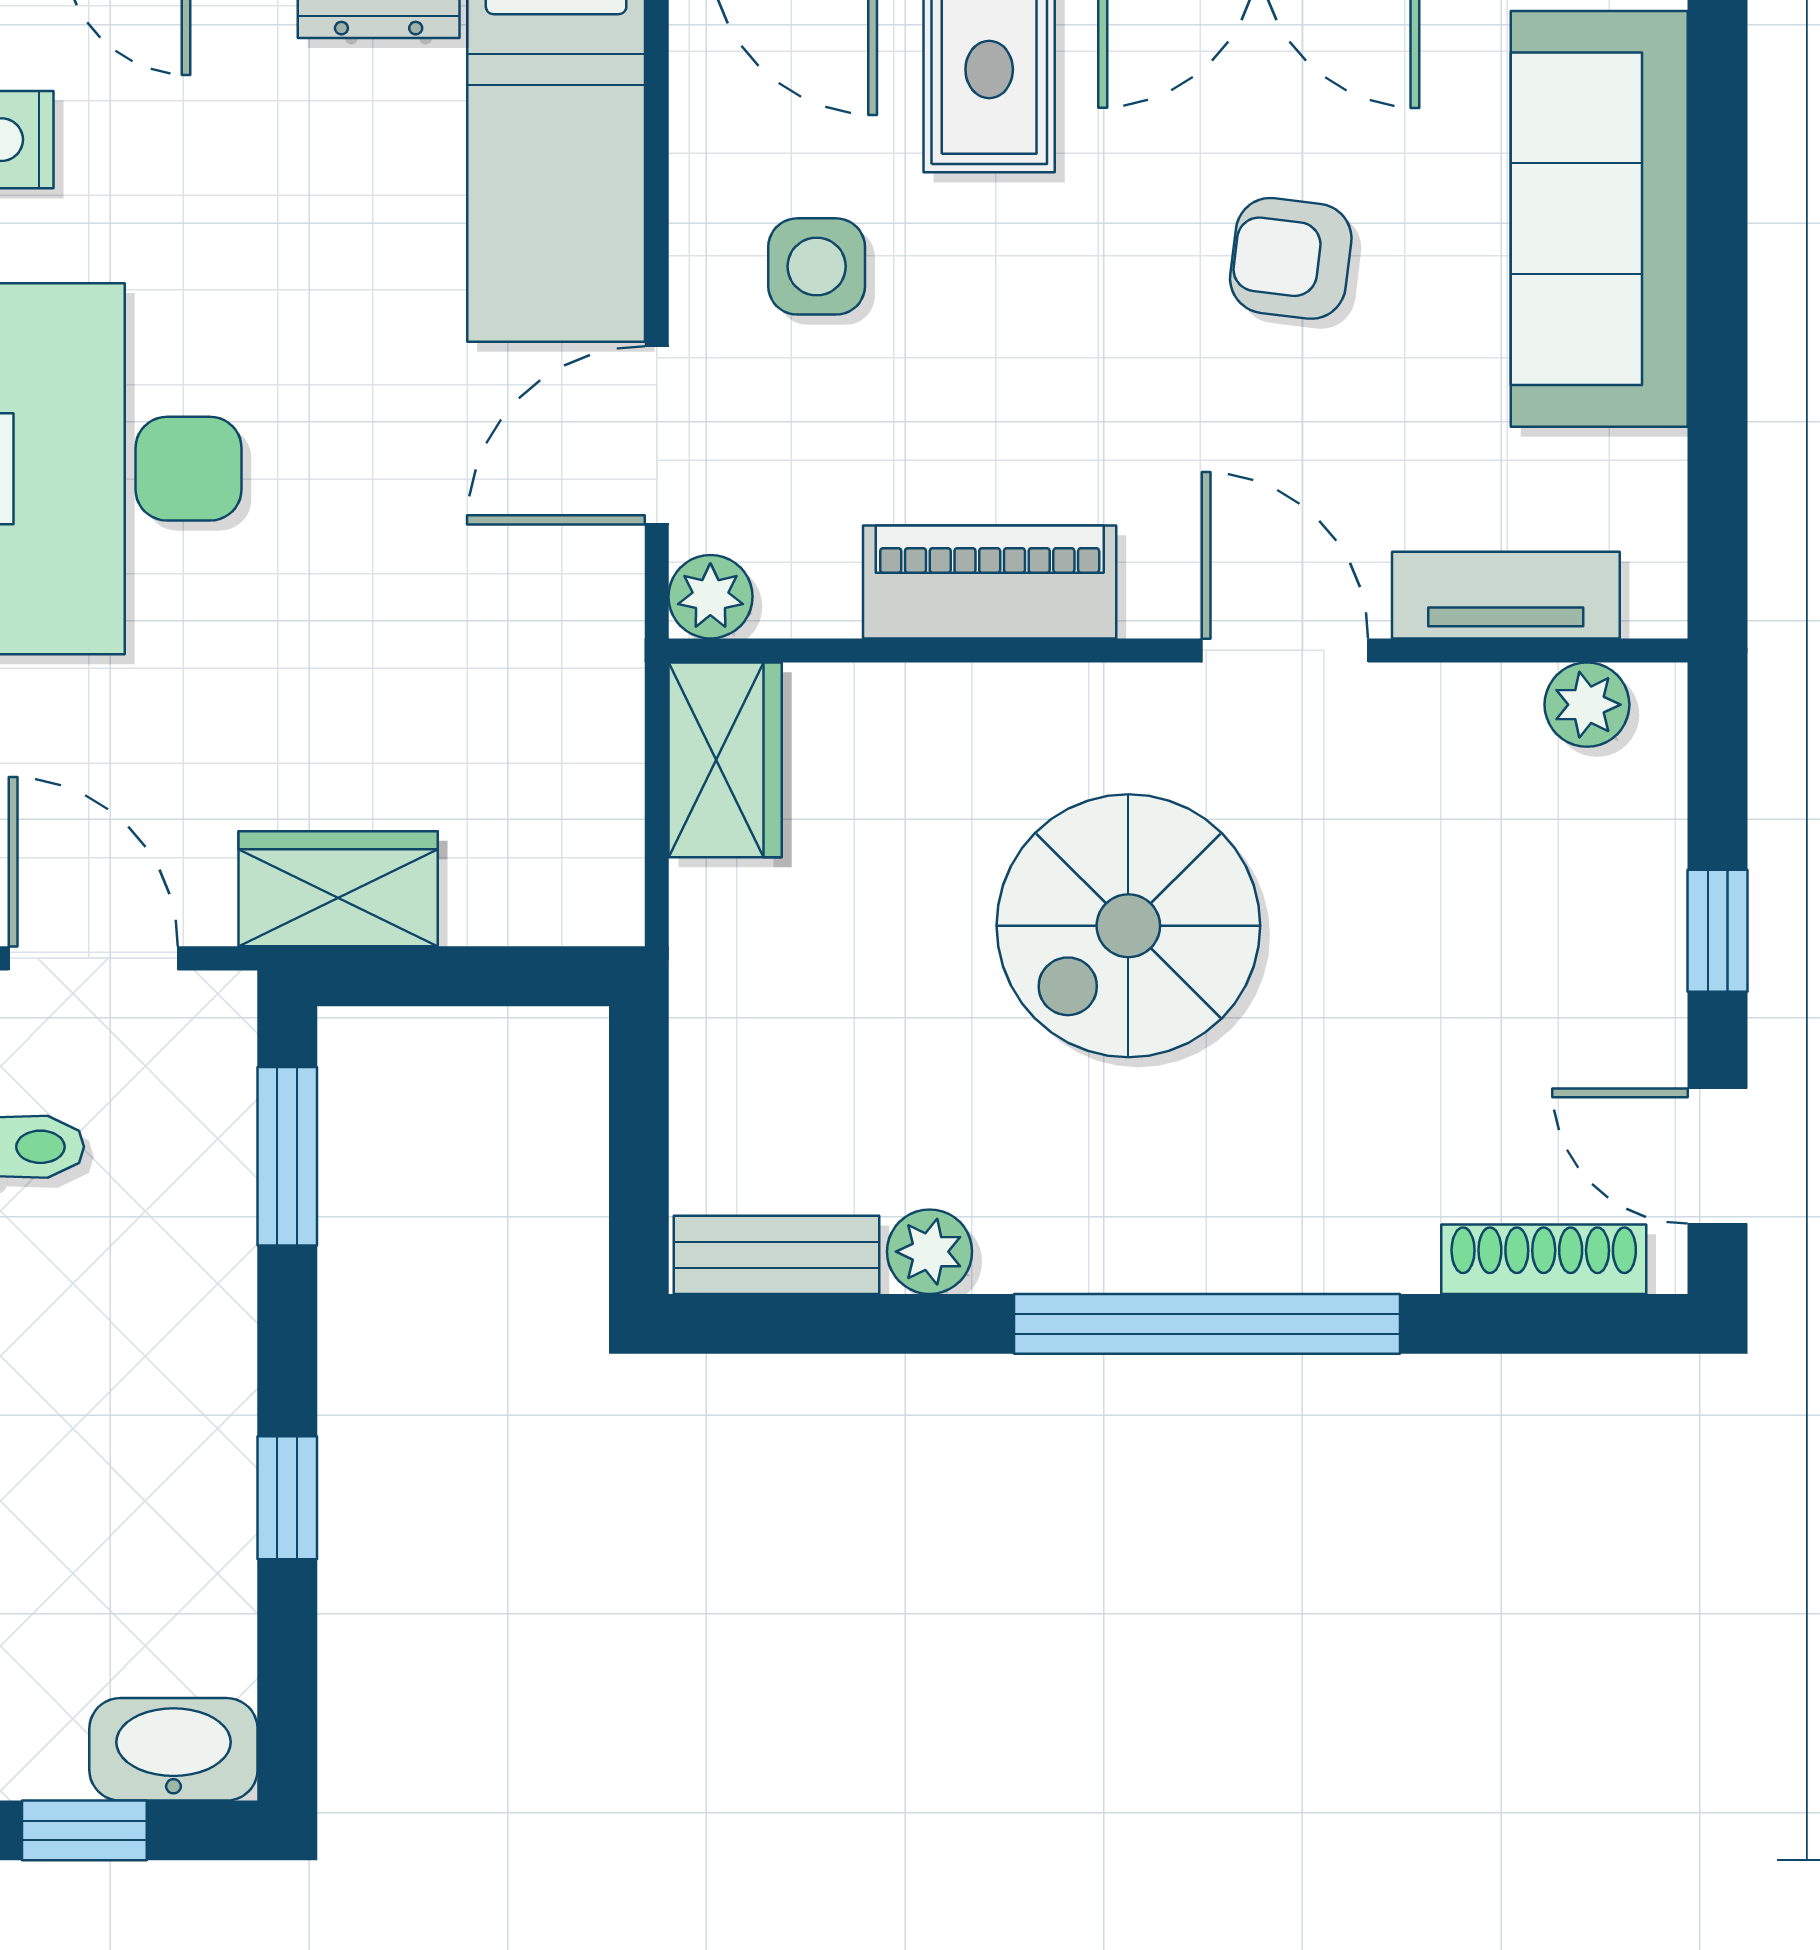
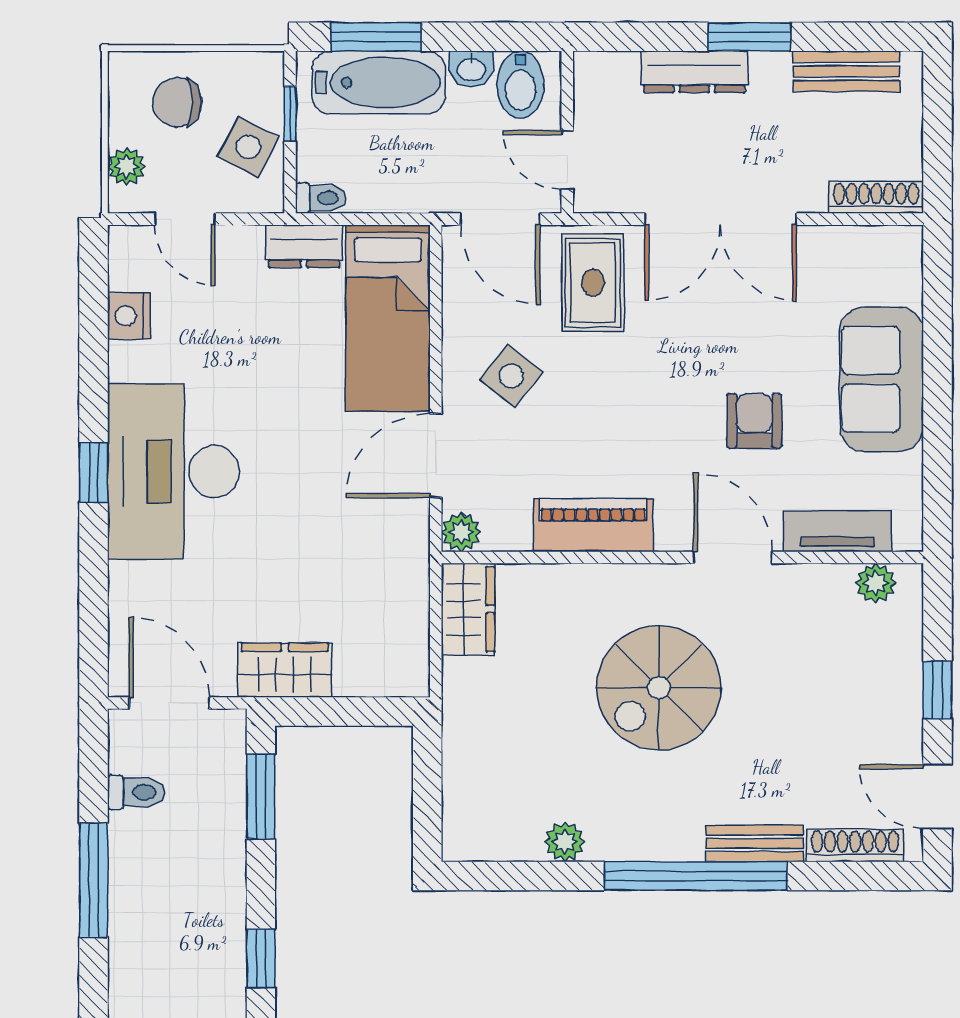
sofa: (1599, 219) -> (882, 379), width x0.73
armchair: (1291, 258) -> (754, 421), moved, turned 83
side table: (817, 266) -> (511, 376), turned 38
bench: (777, 1255) -> (755, 843), moved

